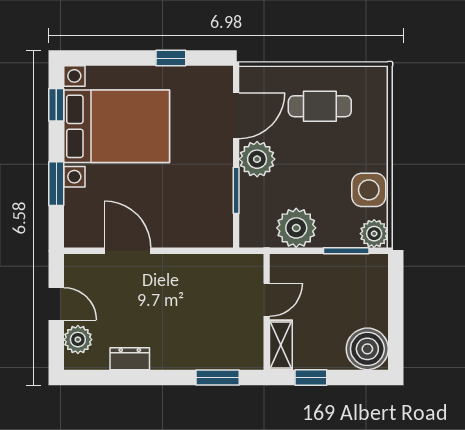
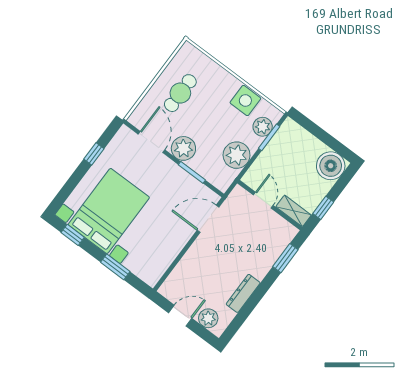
plant: (374, 234) -> (263, 127), moved
door: (128, 251) -> (208, 219), moved
dresser: (130, 359) -> (243, 293), width x1.44

